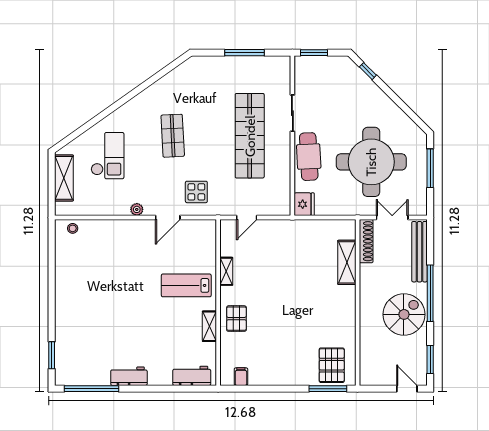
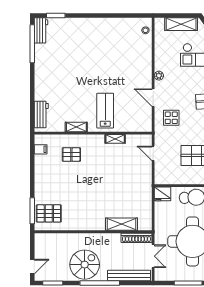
spiral stairs: (404, 314) -> (85, 265), turned -90
pallet: (236, 319) -> (71, 155), moved
workbench: (129, 376) -> (41, 30), moved

